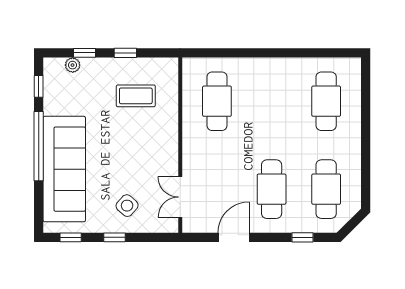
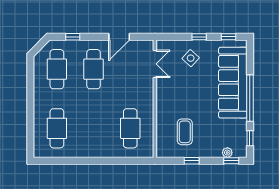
window: (84, 53) -> (231, 161), moved
coffee table: (136, 96) -> (185, 132), turned 90

